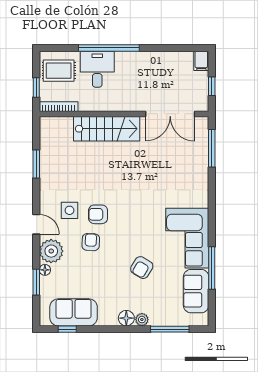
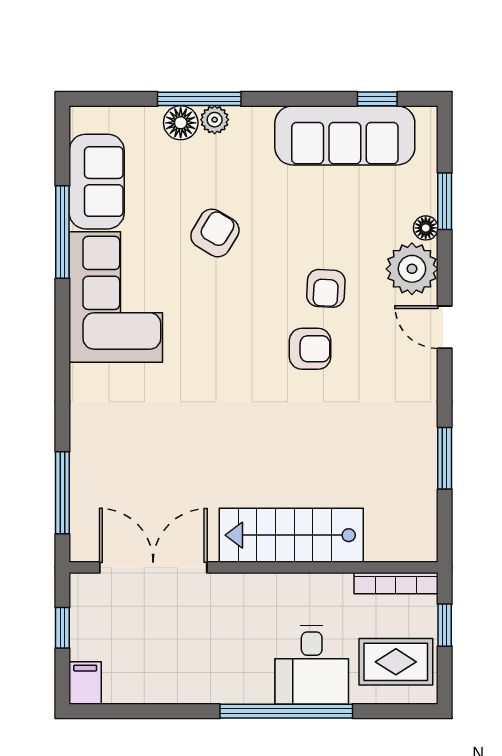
side table: (70, 210) -> (372, 358), removed
sofa: (74, 312) -> (345, 135), width x1.36
floor lamp: (126, 318) -> (181, 123), moved
window: (170, 329) -> (199, 99), moved

